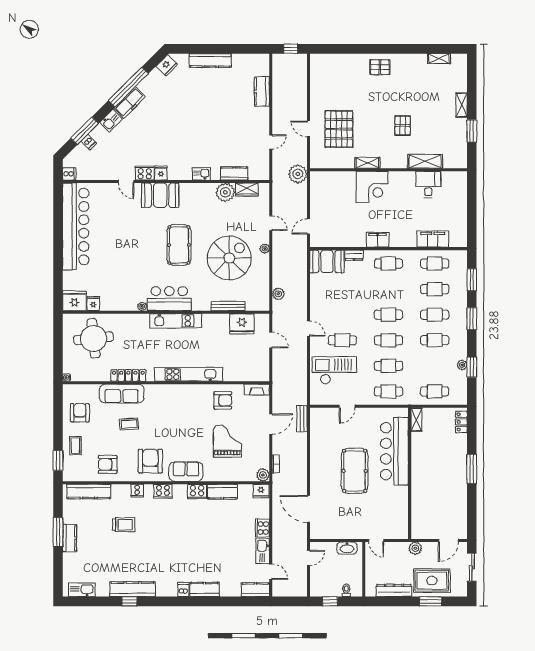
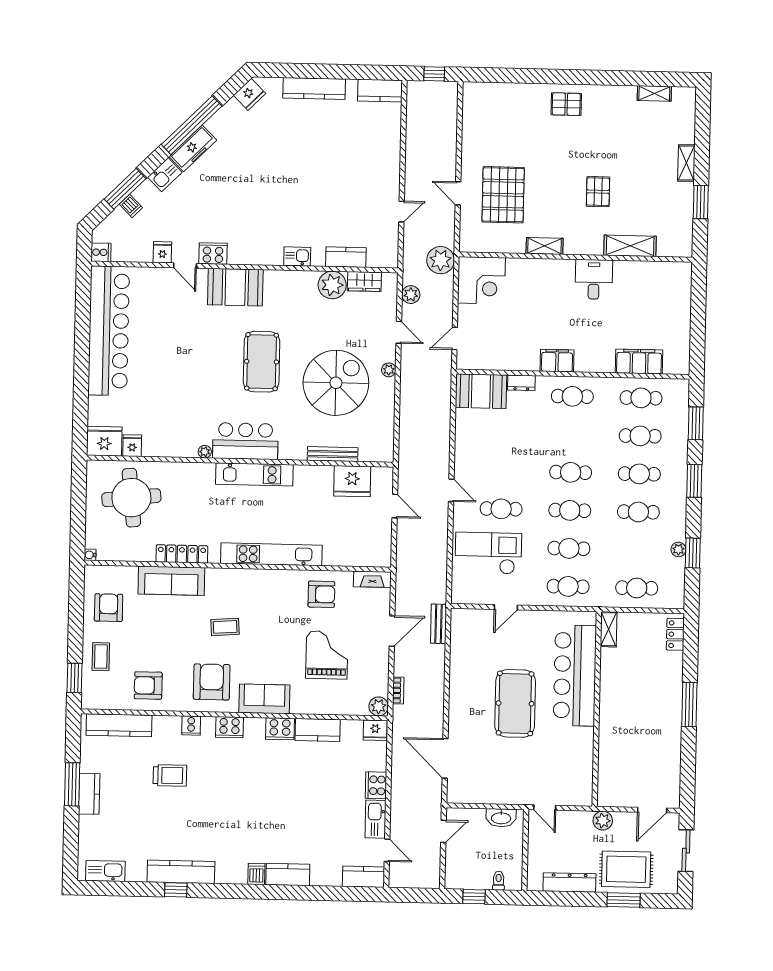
kitchen counter: (262, 91) -> (380, 91), moved, turned -90
fridge: (161, 173) -> (162, 252), moved
desk: (428, 185) -> (594, 279), moved
corner desk: (372, 187) -> (481, 280), moved
plant: (278, 294) -> (411, 295), moved
coffee table: (129, 424) -> (225, 627), moved

